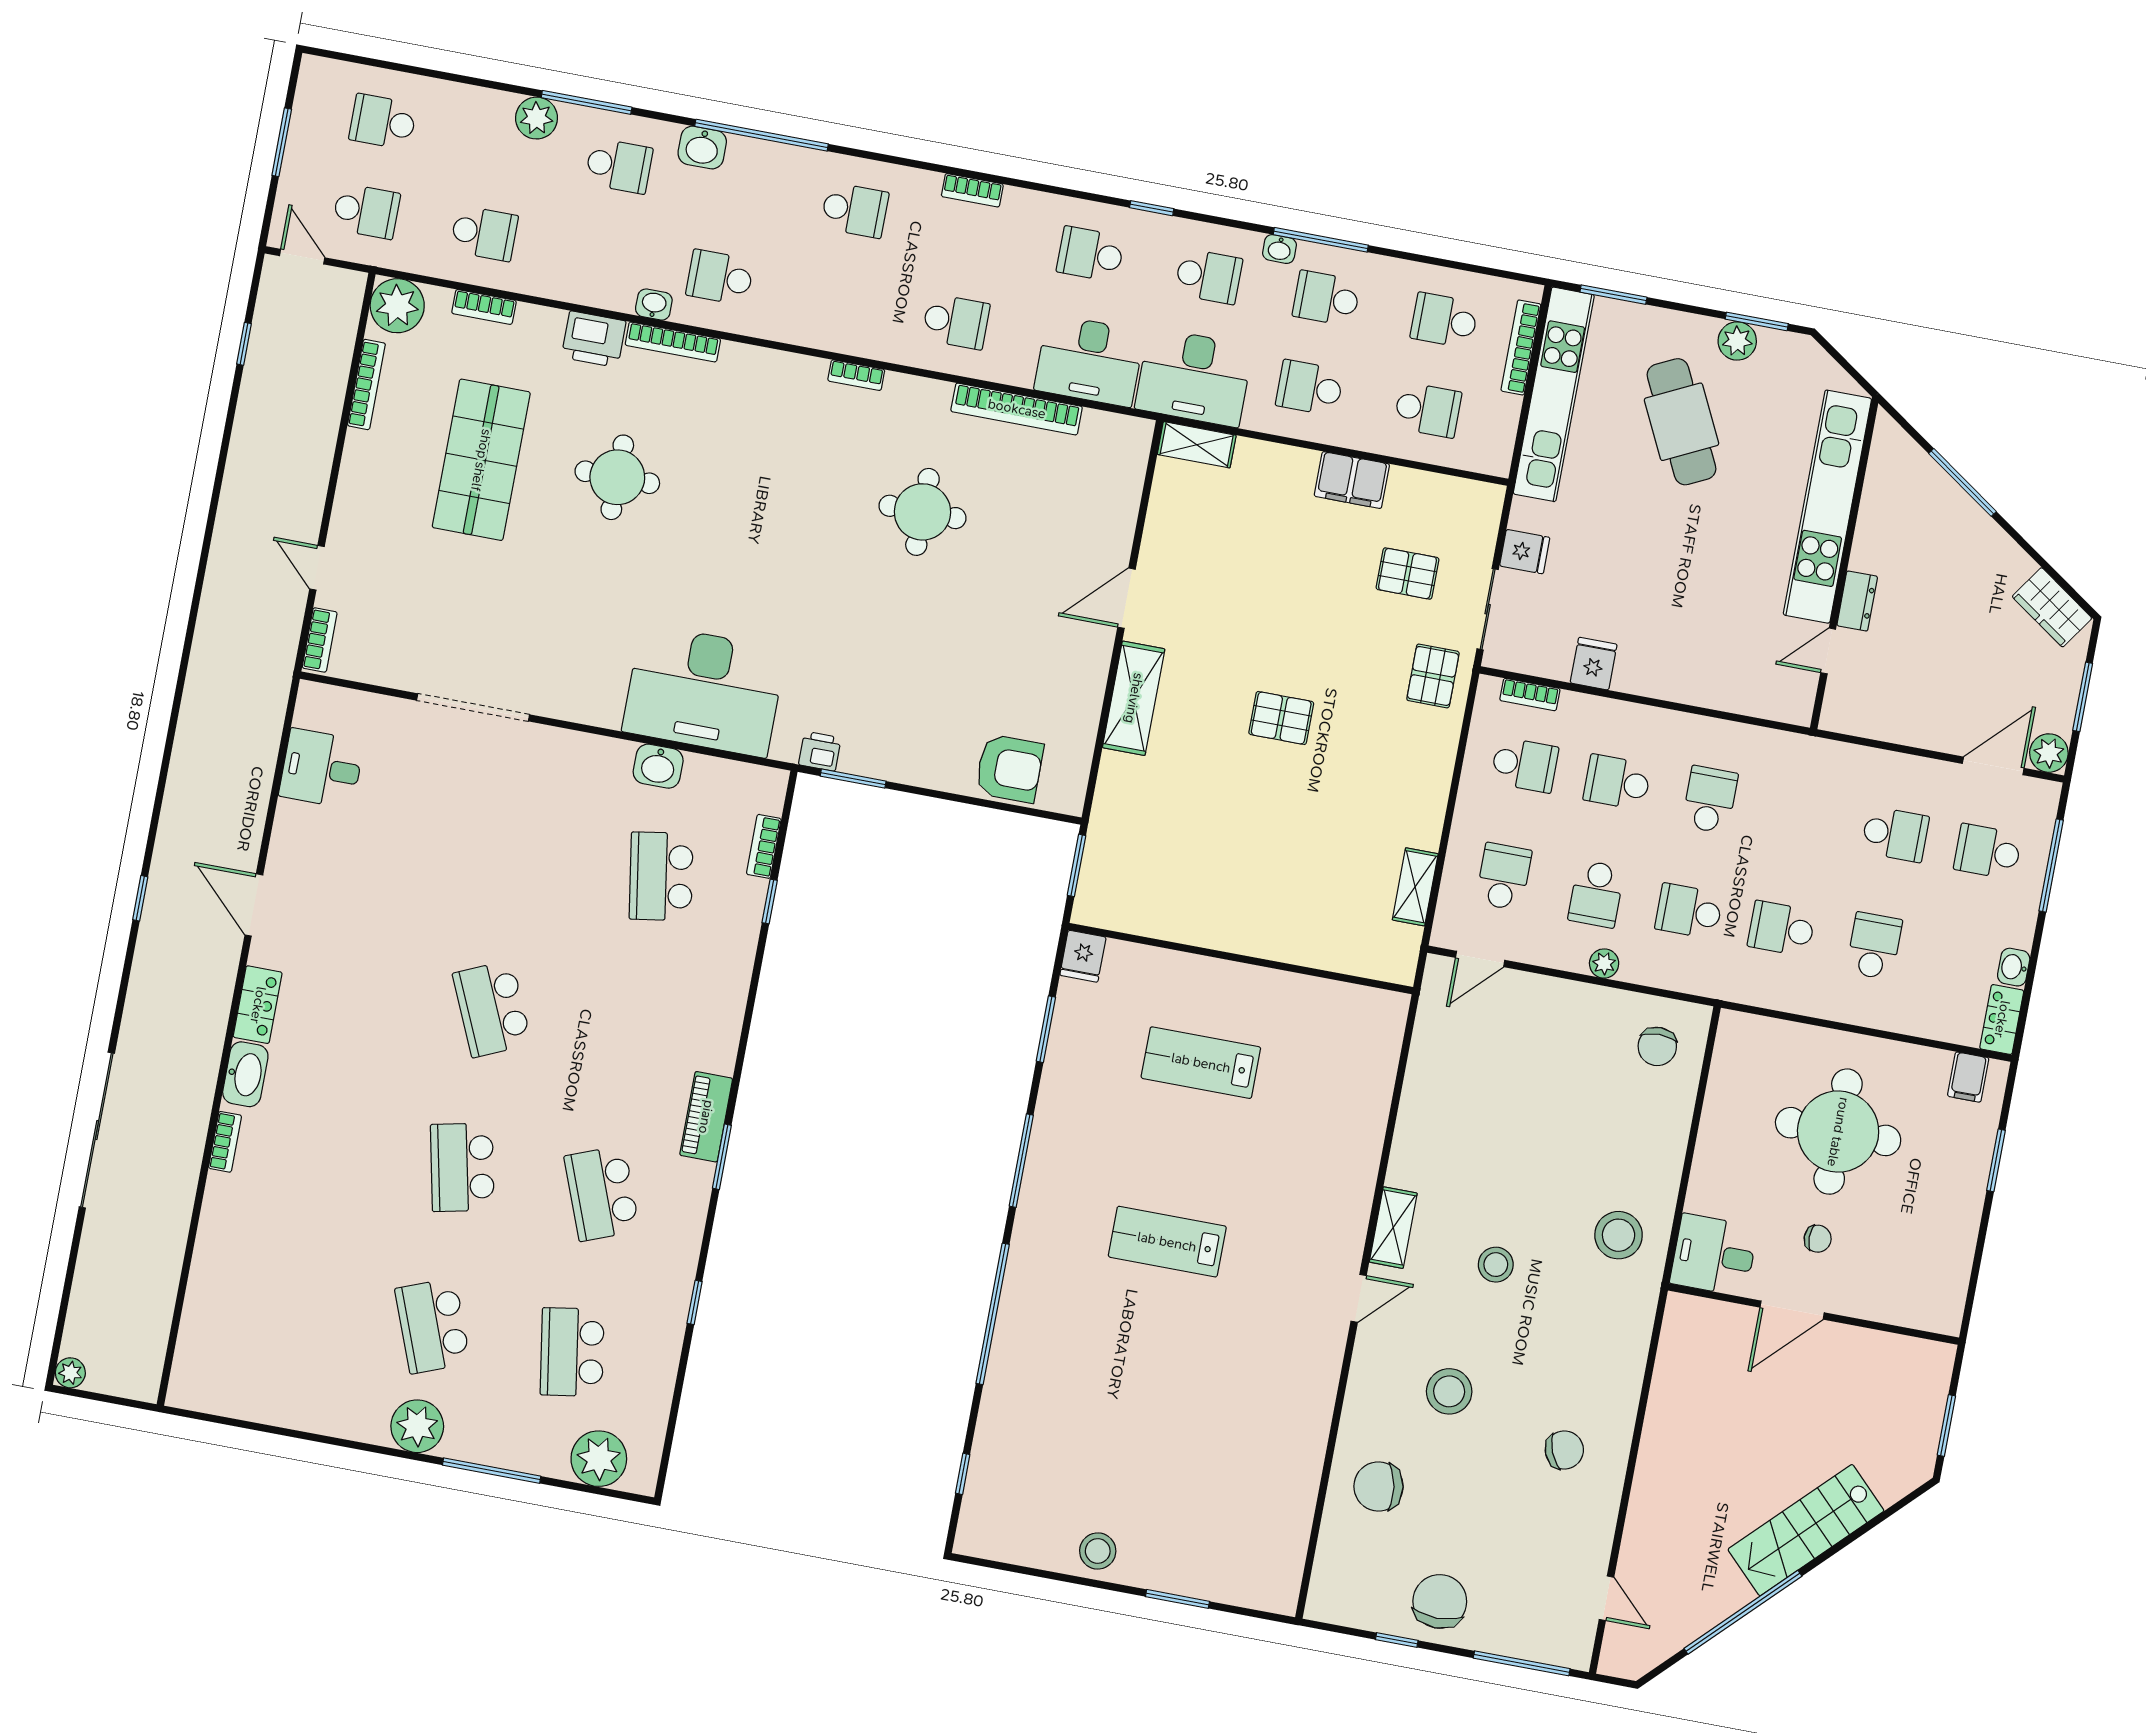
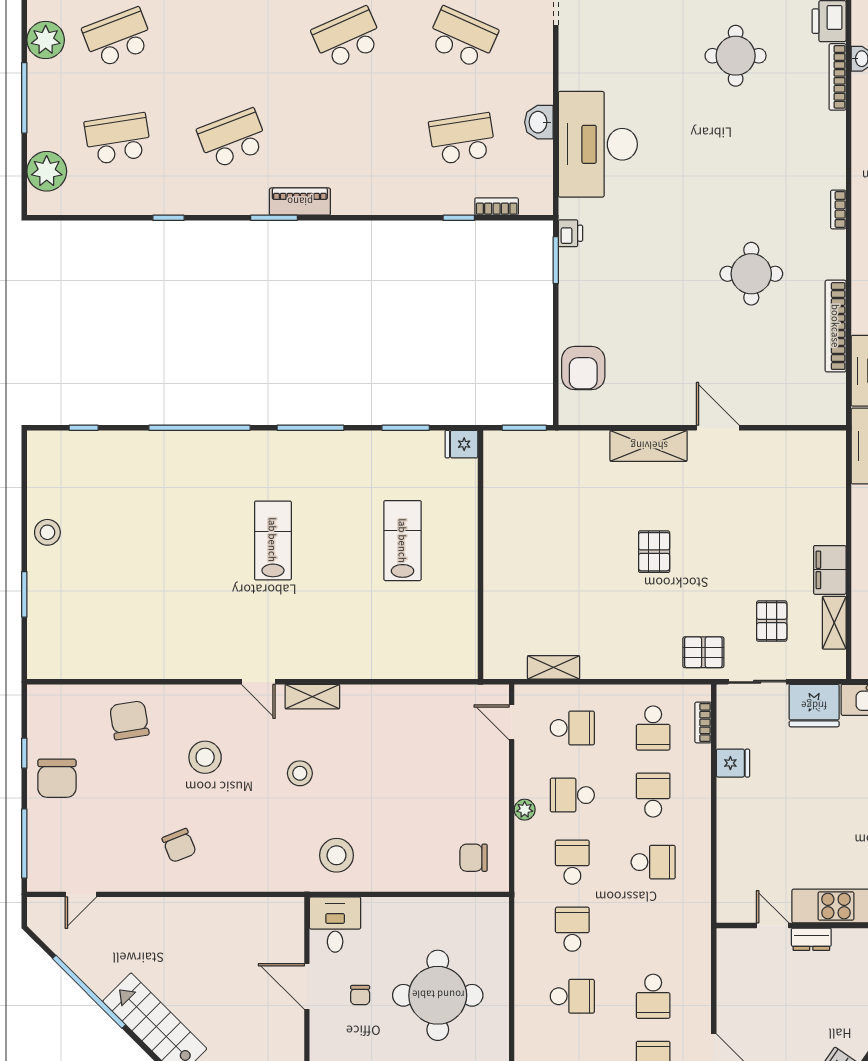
shelving: (1197, 445) -> (834, 623), moved
fridge: (1525, 552) -> (814, 706), width x1.88, depth x1.34
school desk: (462, 1167) -> (462, 38), moved, turned 36
chair: (1440, 1601) -> (57, 778), turned 90

